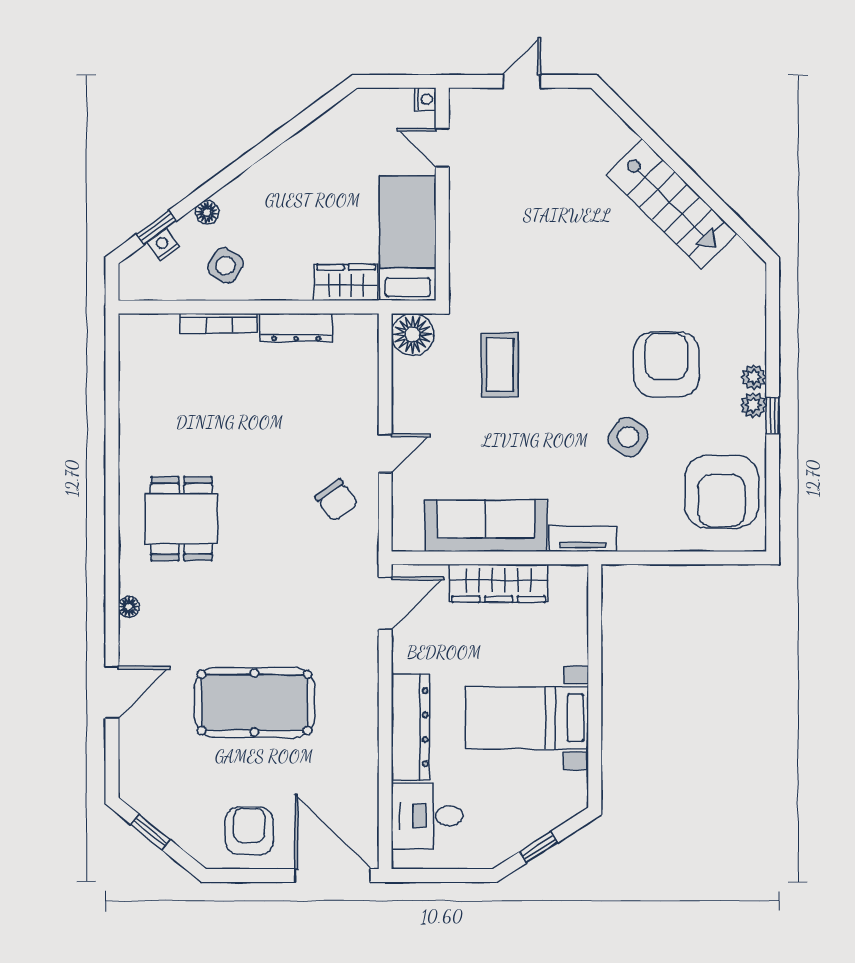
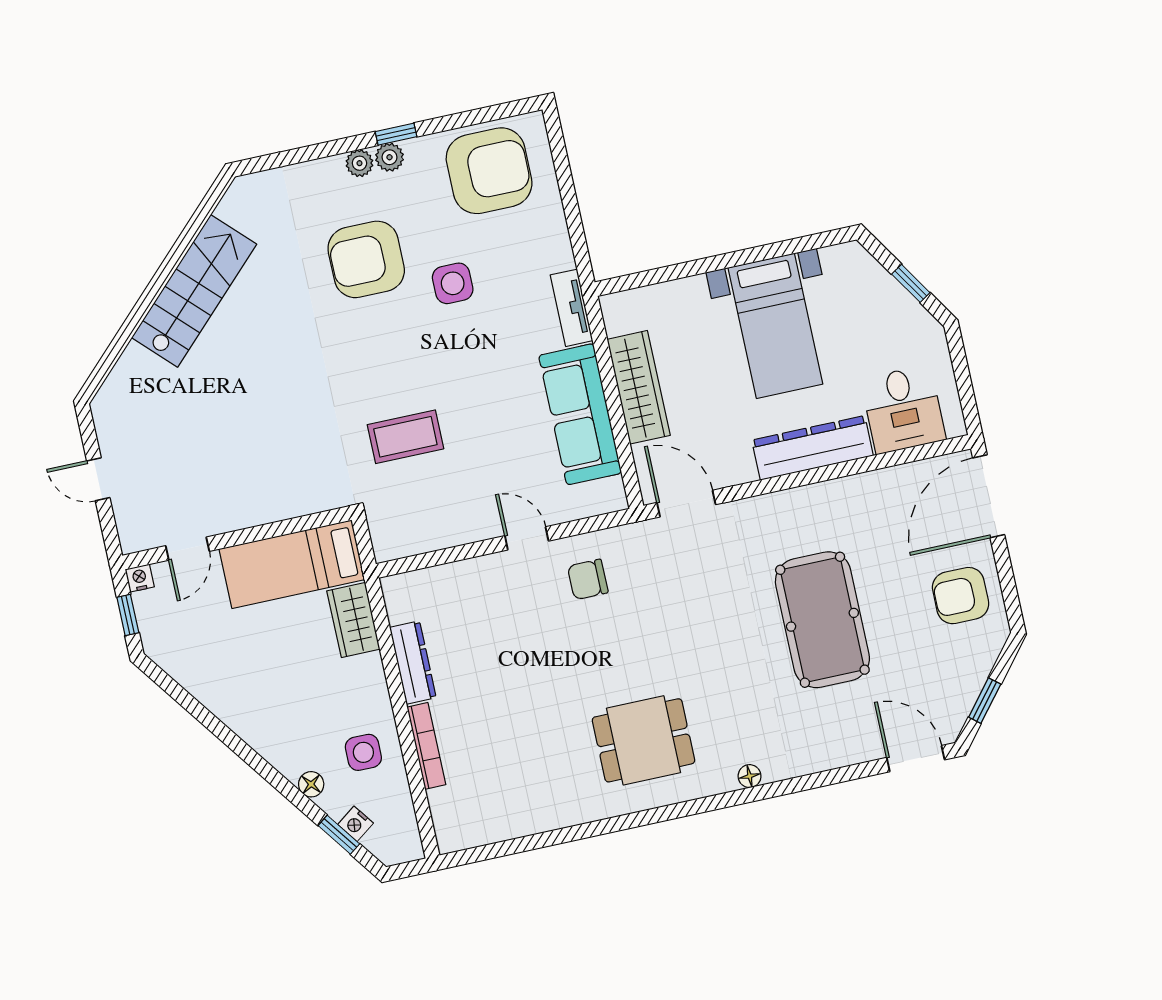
window: (394, 81) -> (128, 615), added
side table: (225, 266) -> (363, 752), turned -31
floor lamp: (413, 334) -> (393, 537), removed
side table: (628, 437) -> (453, 283), turned -33
chair: (336, 500) -> (588, 579), turned -144
door: (112, 692) -> (916, 759), moved

